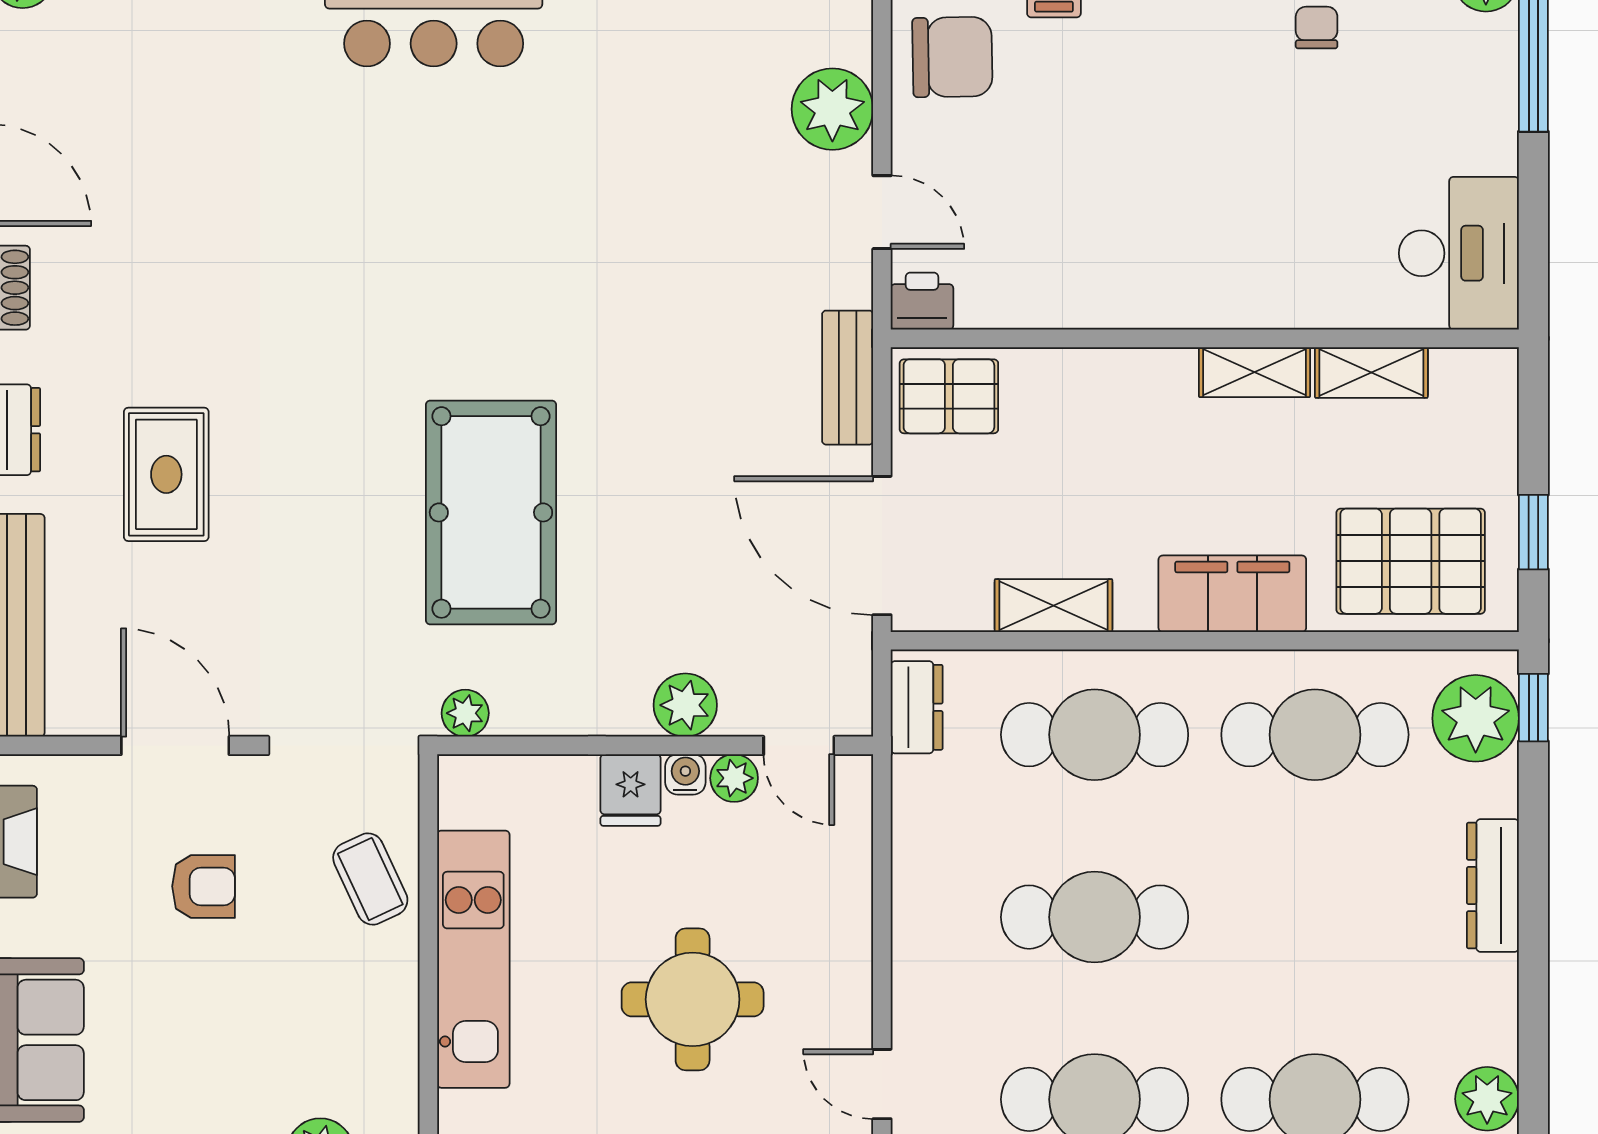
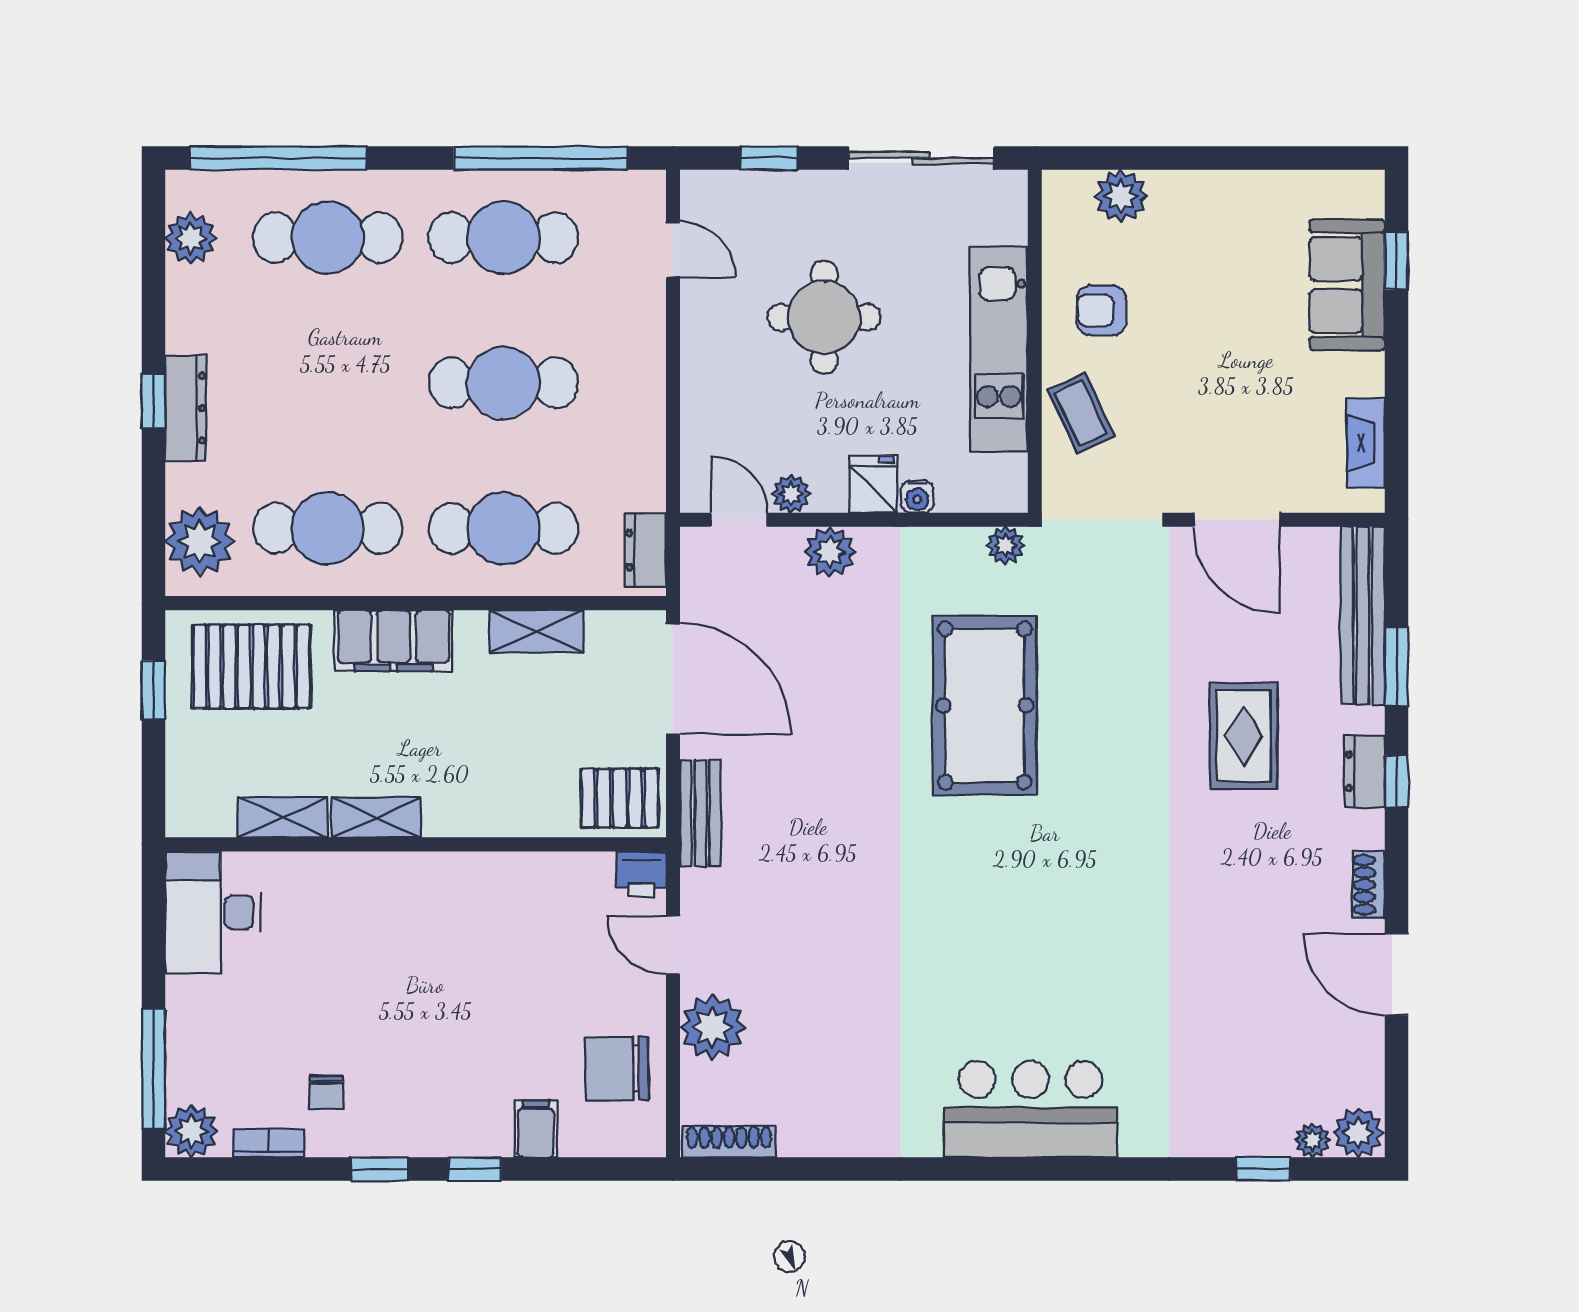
window: (1533, 708) -> (154, 401), moved
water cooler: (685, 774) -> (917, 497), moved
armchair: (203, 886) -> (1102, 310), moved

